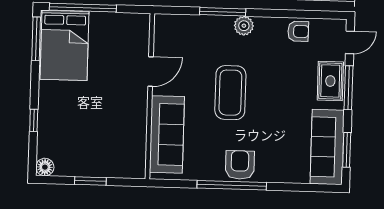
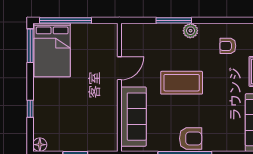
armchair: (298, 31) -> (228, 46), moved, turned 180
coffee table: (230, 93) -> (182, 83), turned 90
armchair: (240, 165) -> (191, 138), turned 90

